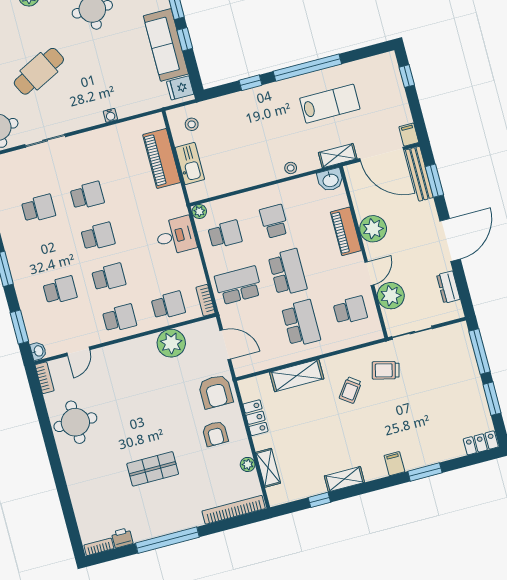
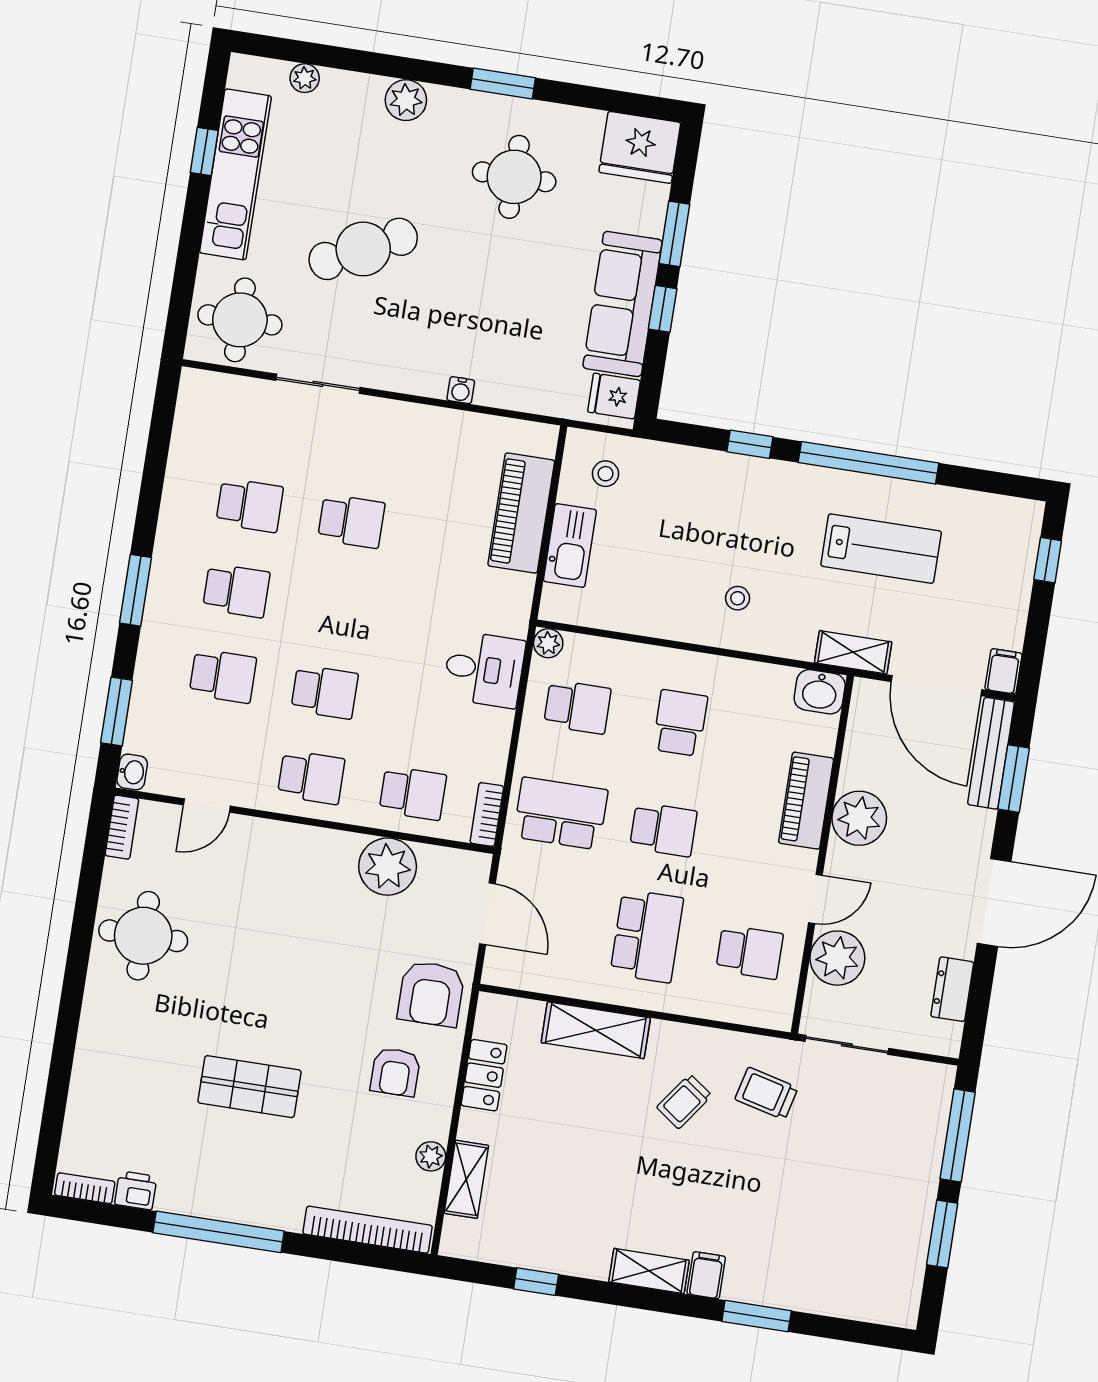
stool: (291, 168) -> (738, 598), moved
school desk: (98, 236) -> (236, 591), moved
school desk: (288, 272) -> (663, 829), width x0.54
locker: (481, 443) -> (885, 1308), removed
shelving: (344, 479) -> (649, 1271), moved

